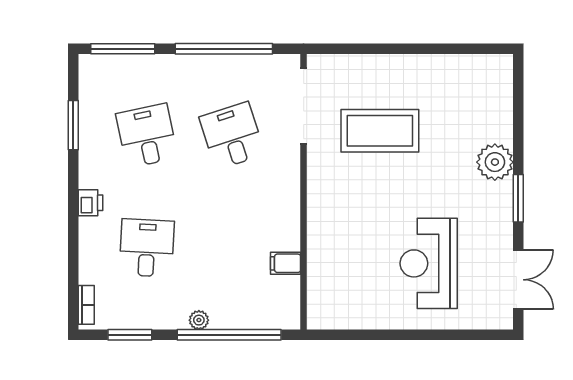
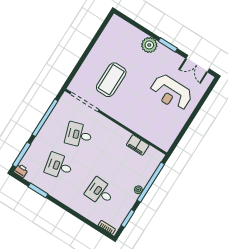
printer: (91, 203) -> (21, 171), moved
filing cabinet: (285, 263) -> (138, 145), width x2.00
double door: (518, 280) -> (198, 64), swing flipped

